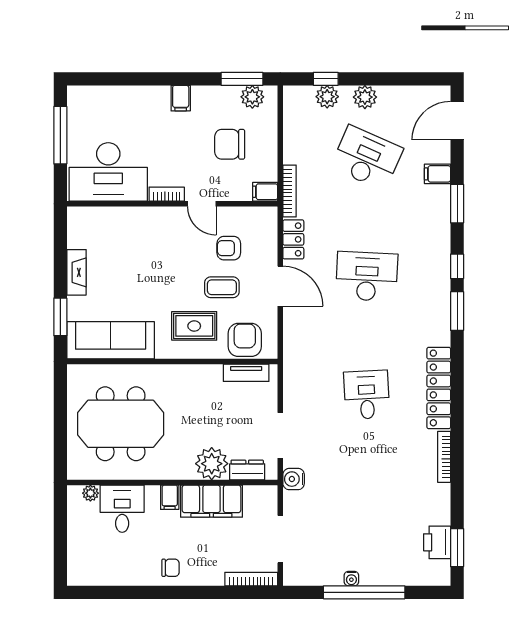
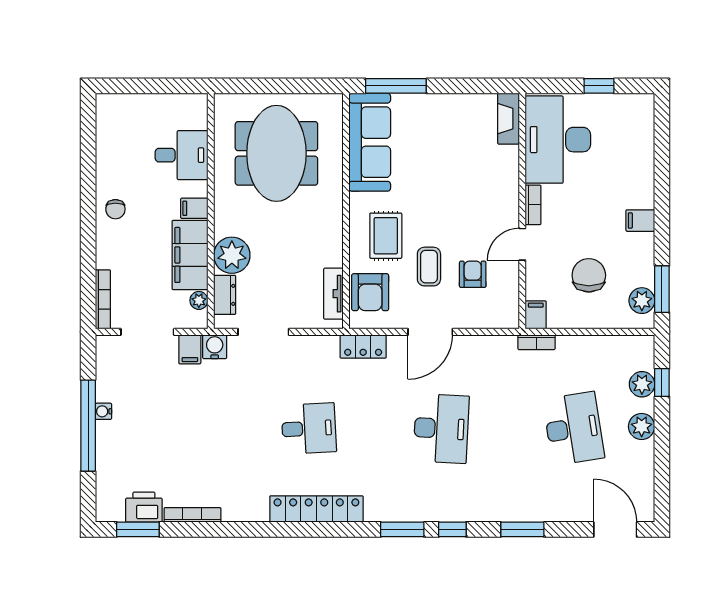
window: (60, 135) -> (599, 86), width x0.46
desk: (367, 158) -> (574, 428), turned -33
filing cabinet: (437, 174) -> (190, 349), moved, turned 180
bookcase: (290, 191) -> (537, 342), width x0.64
locker: (293, 239) -> (363, 346), moved
fireplace: (76, 272) -> (509, 119), moved, turned 90
window: (60, 317) -> (396, 86), width x1.44
armchair: (245, 340) -> (370, 292), turned 90
bookcase: (444, 457) -> (192, 515), moved
plant: (90, 493) -> (199, 300), moved

